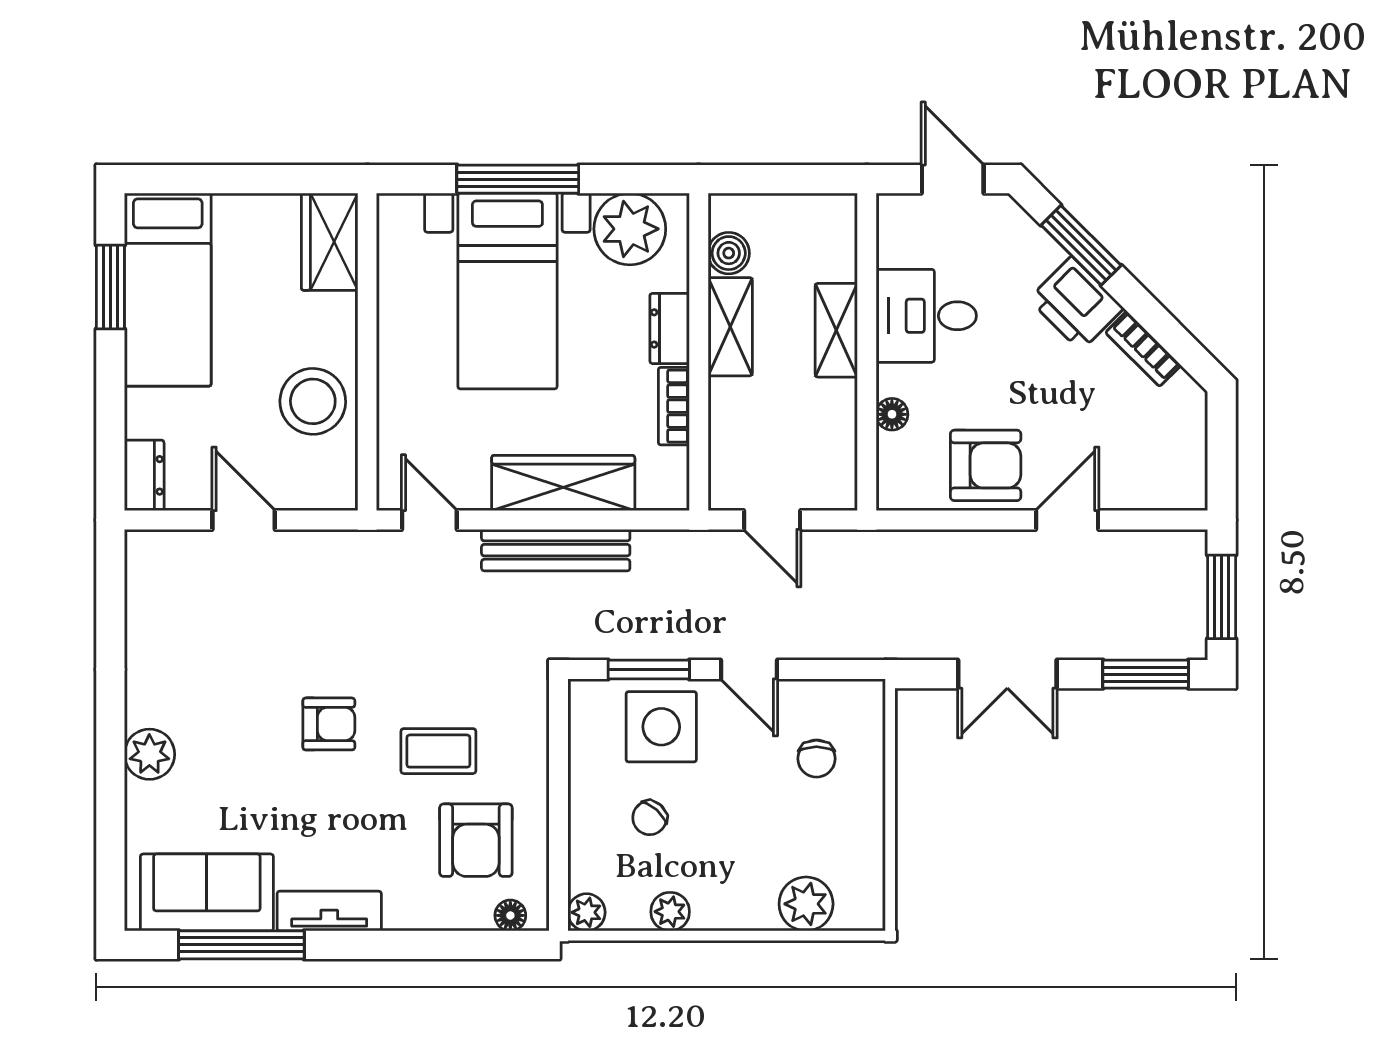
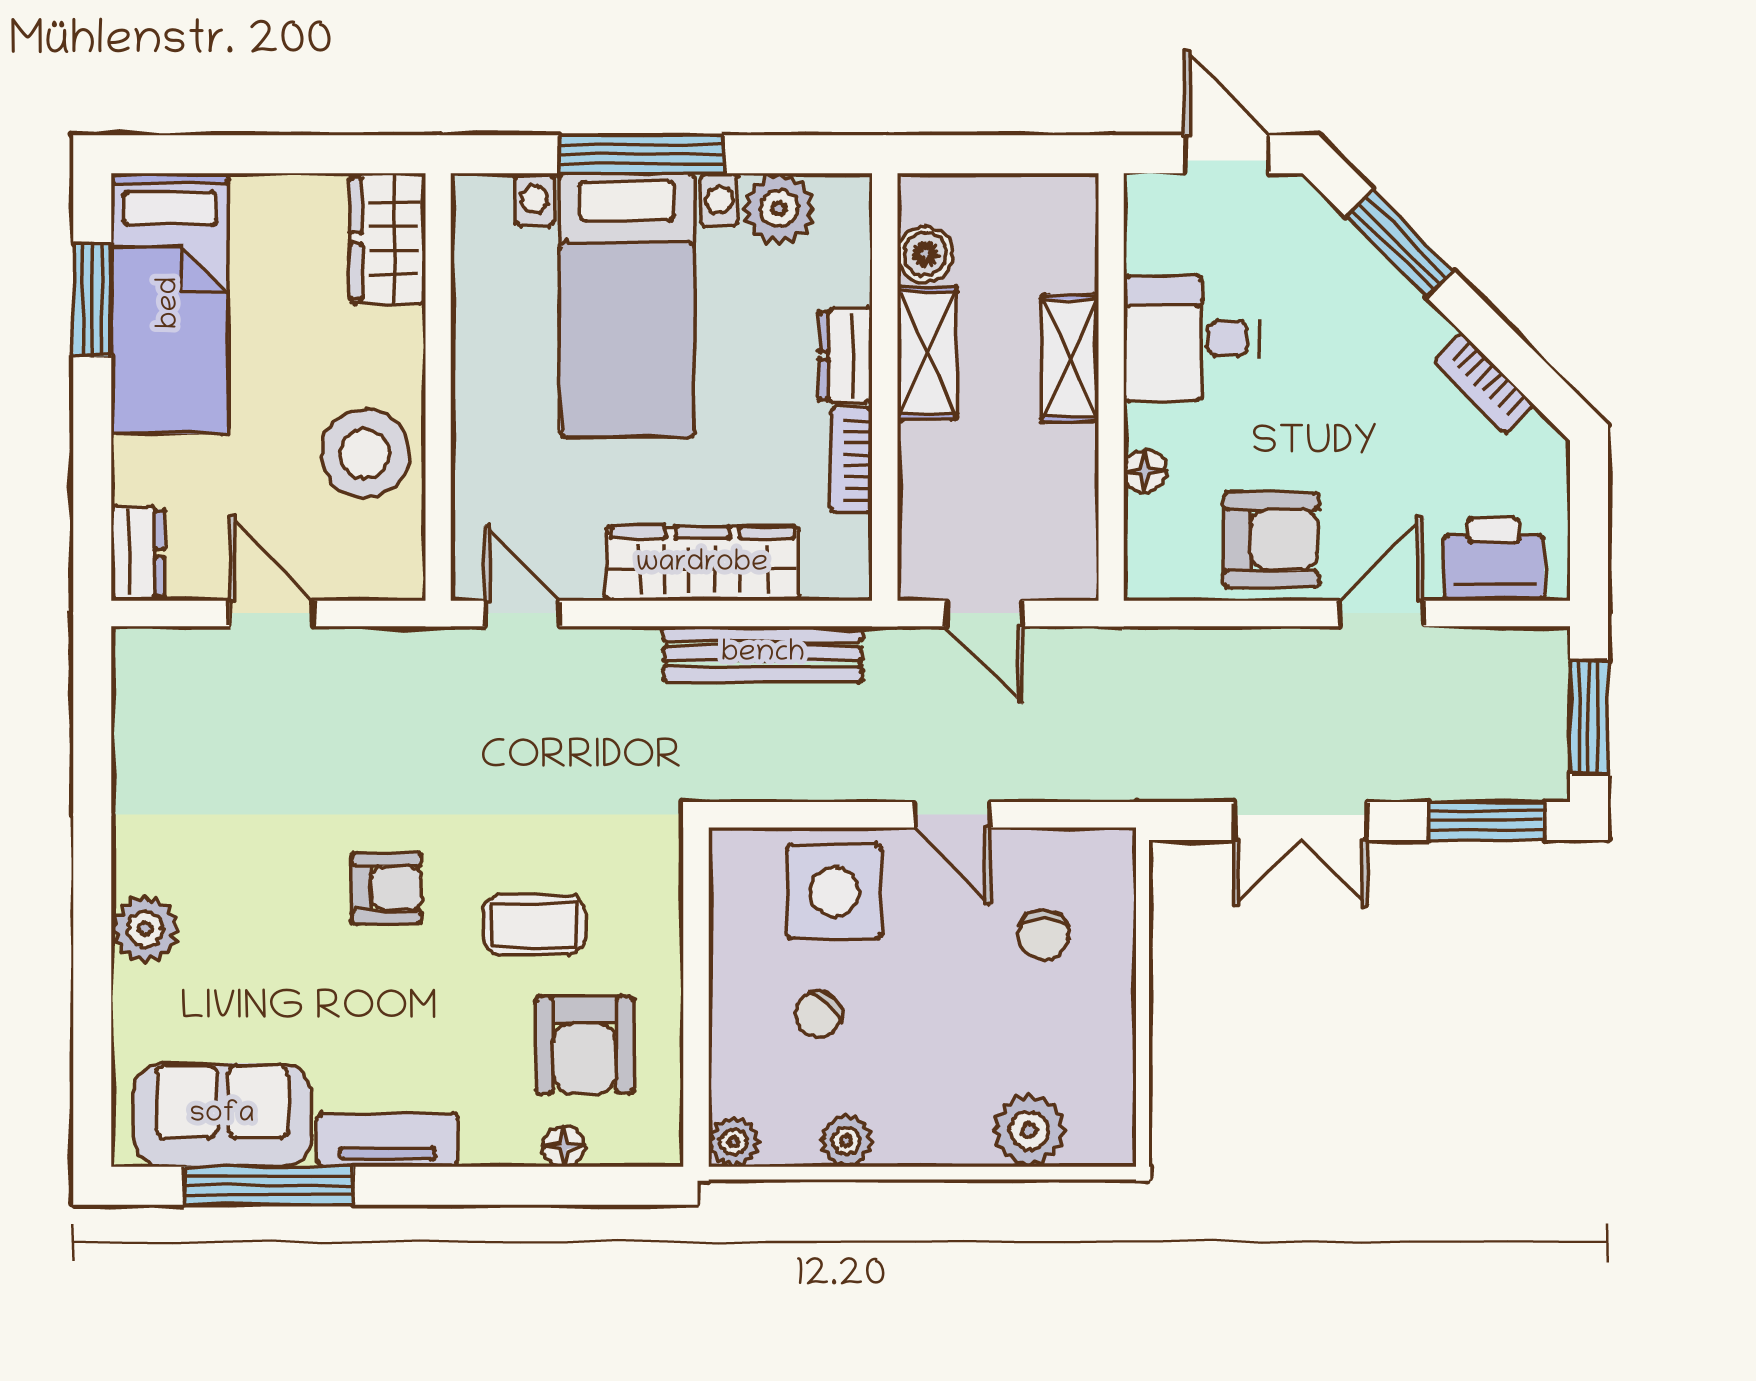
plant: (630, 229) -> (779, 209), width x0.73, depth x0.73
printer: (1076, 304) -> (1494, 559), moved, turned 135
bench: (556, 550) -> (763, 654), moved
window: (649, 669) -> (817, 815), removed
floor lamp: (510, 915) -> (564, 1146), moved

